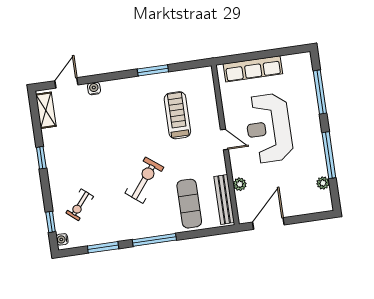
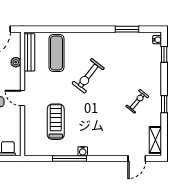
window: (153, 70) -> (69, 159), width x1.44
water cooler: (94, 88) -> (83, 151), moved
treadmill: (177, 115) -> (56, 122), turned 180
exercise bike: (80, 205) -> (137, 101), moved
window: (154, 240) -> (87, 29), removed

